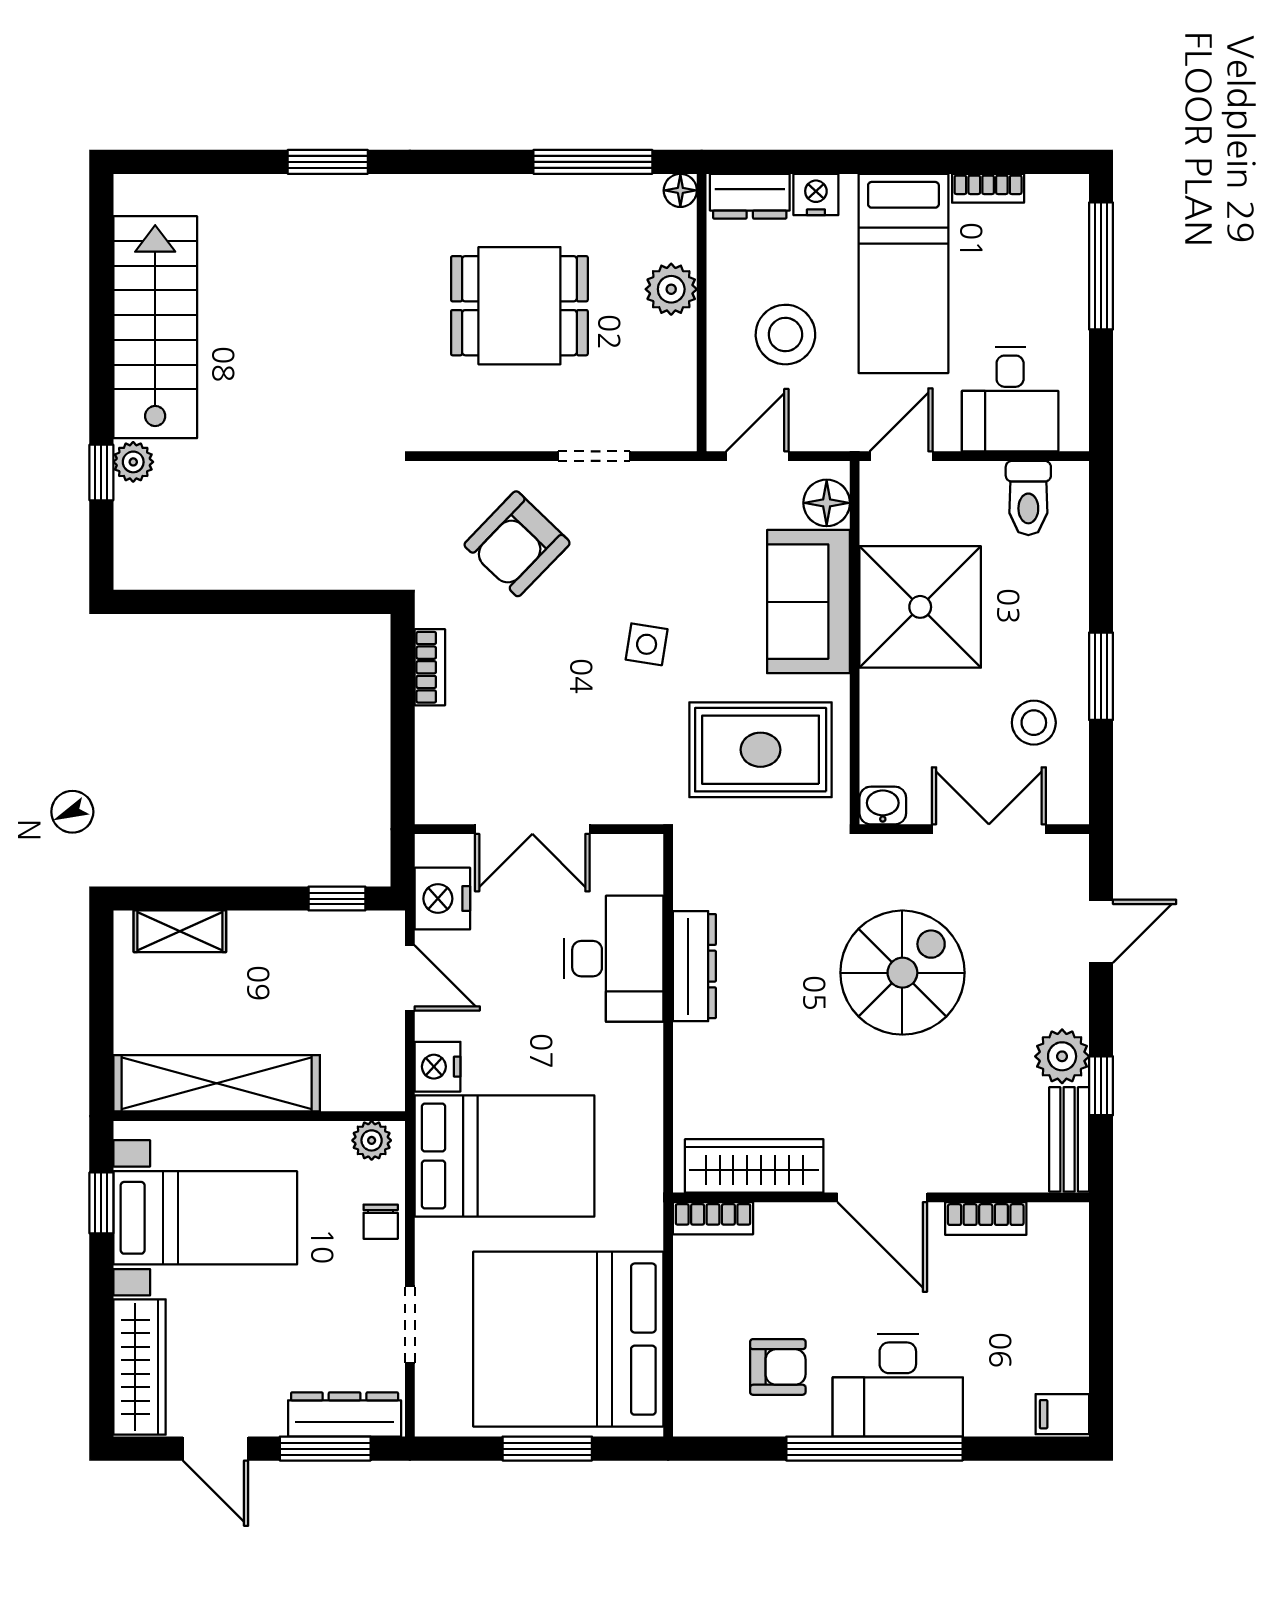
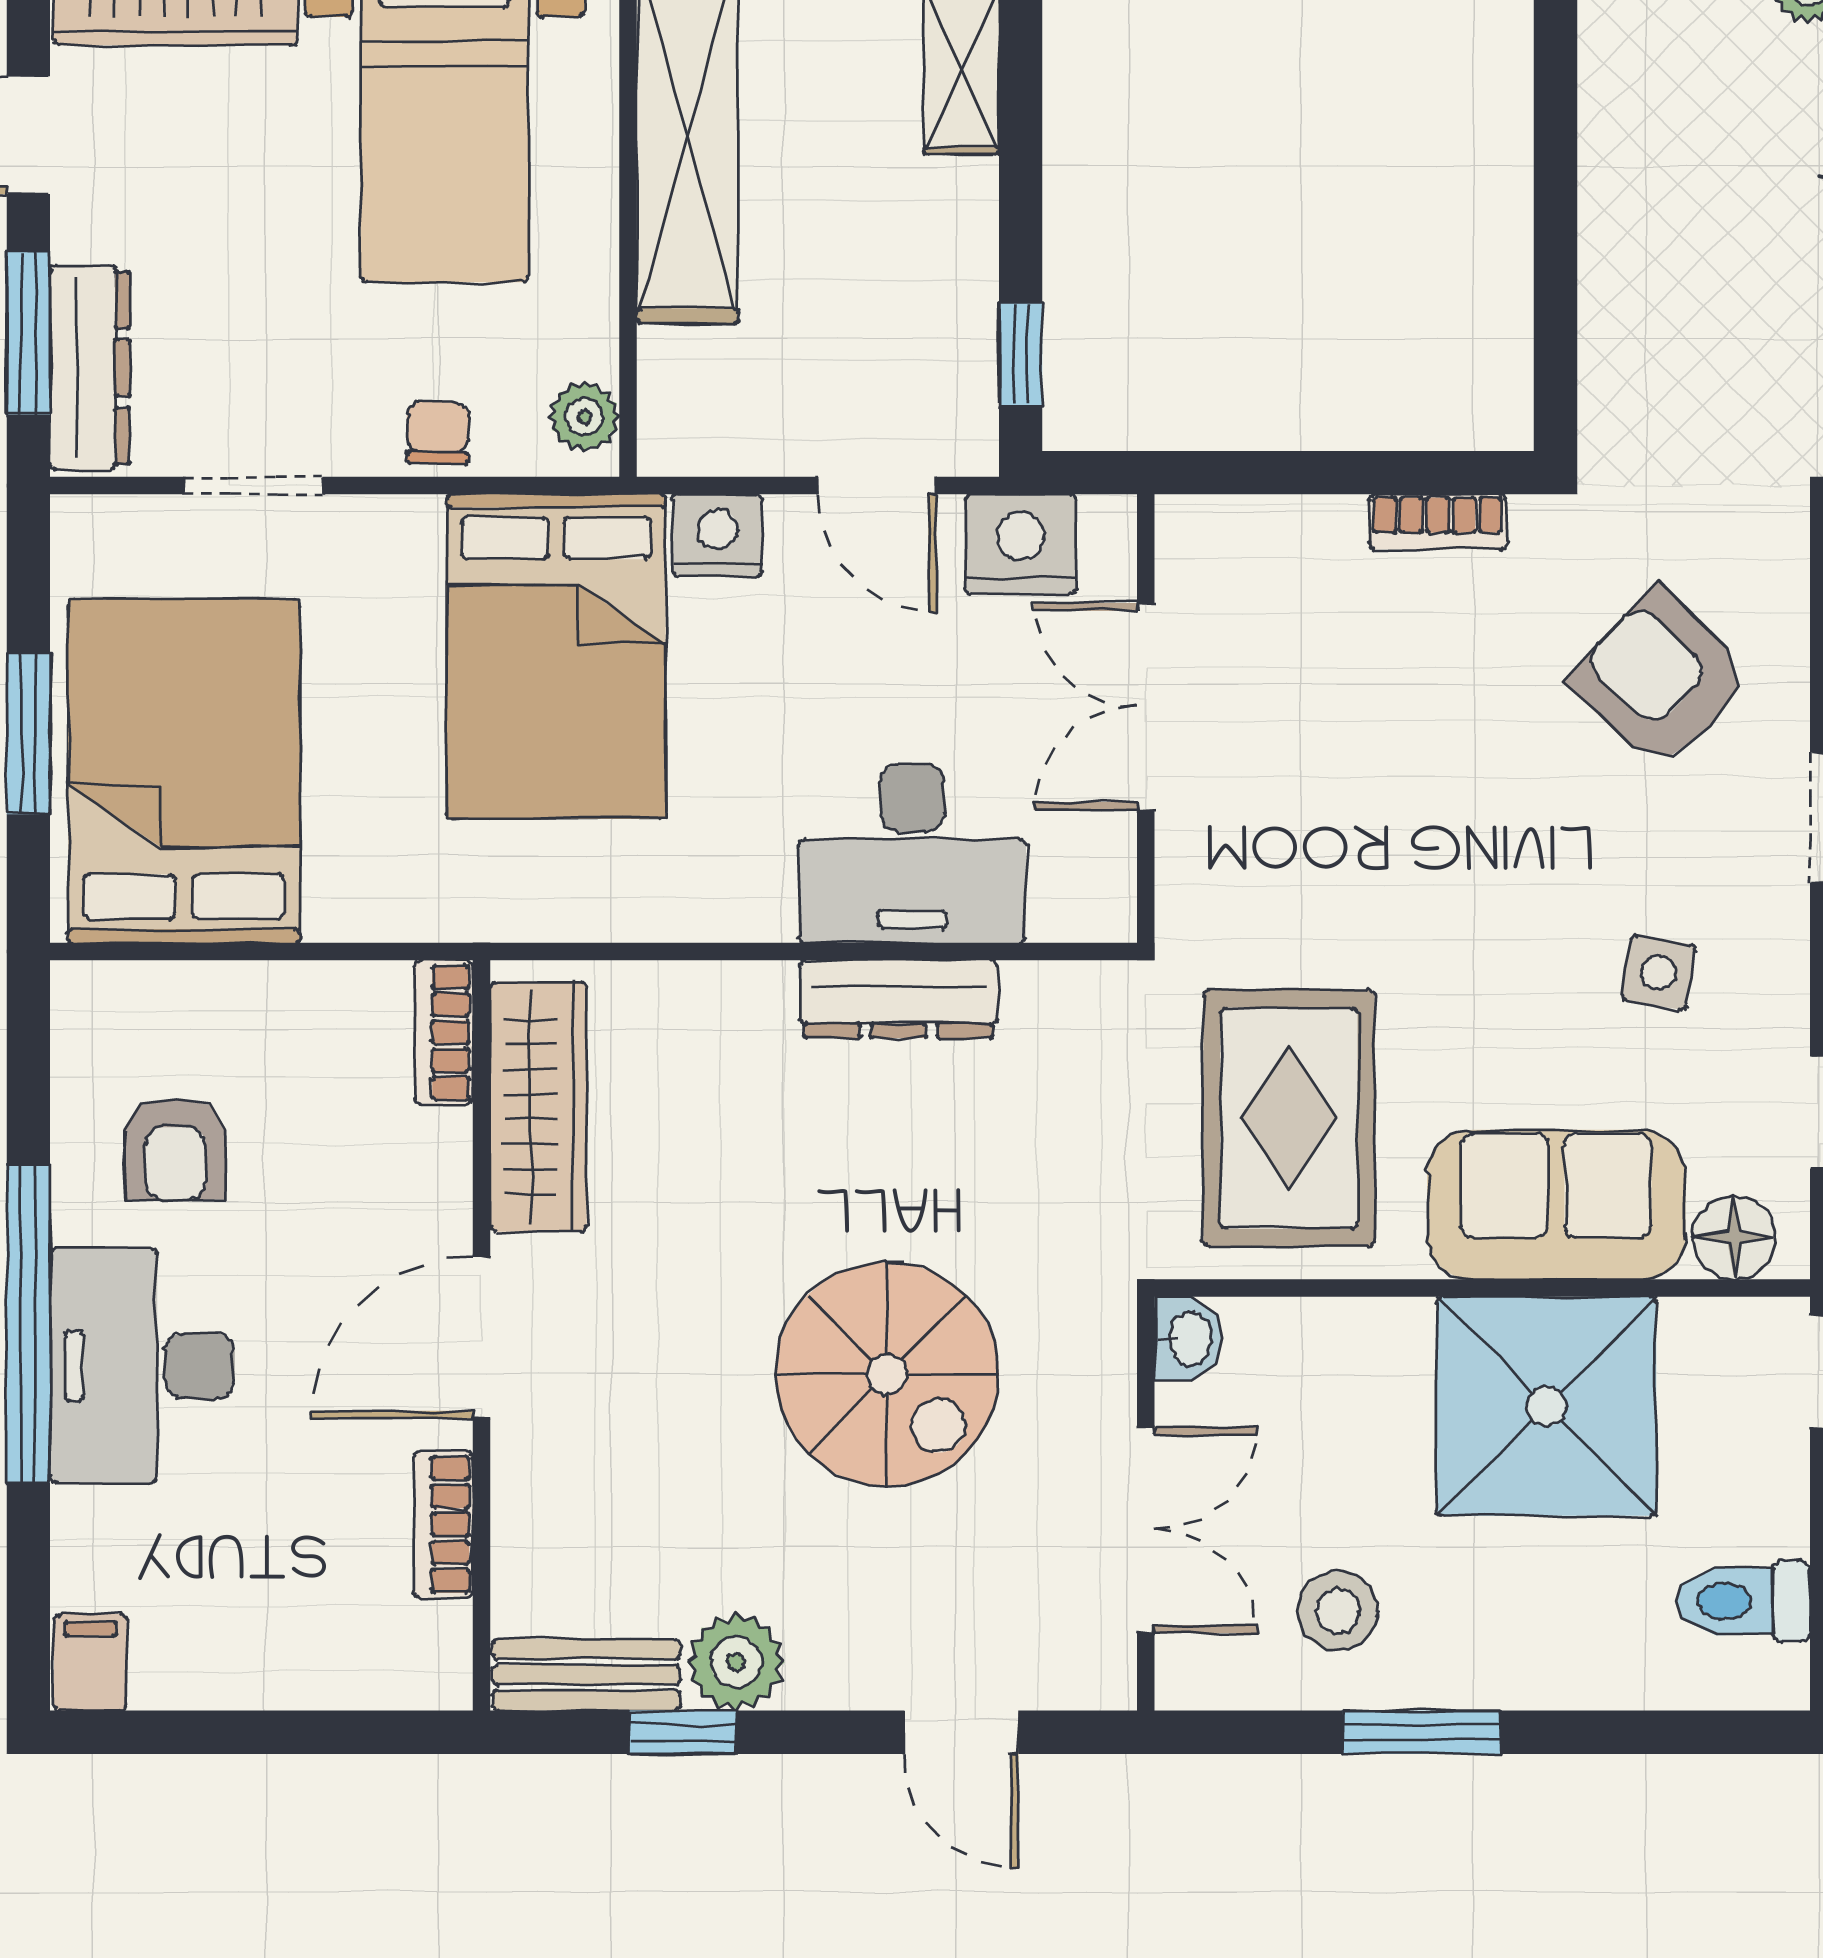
side table: (647, 644) -> (1658, 973), moved
door: (410, 978) -> (877, 486), hinge flipped
chair: (381, 1222) -> (438, 433), turned 91
bed: (568, 1339) -> (184, 771), width x0.73

